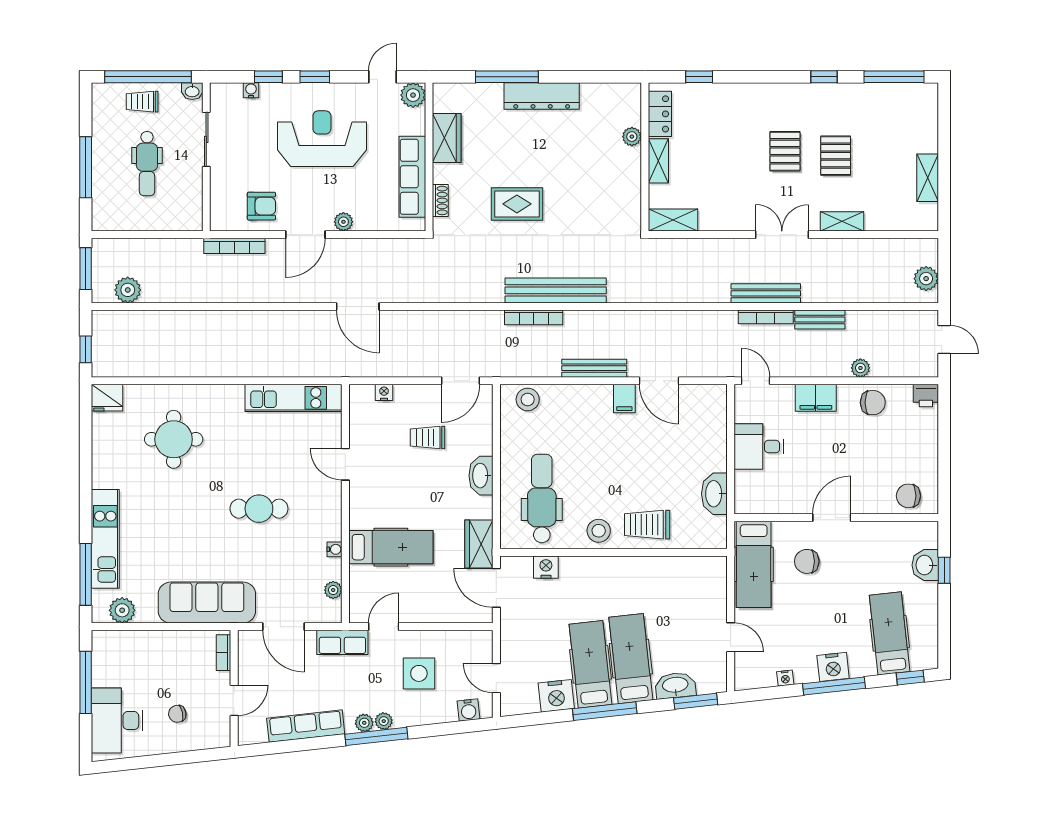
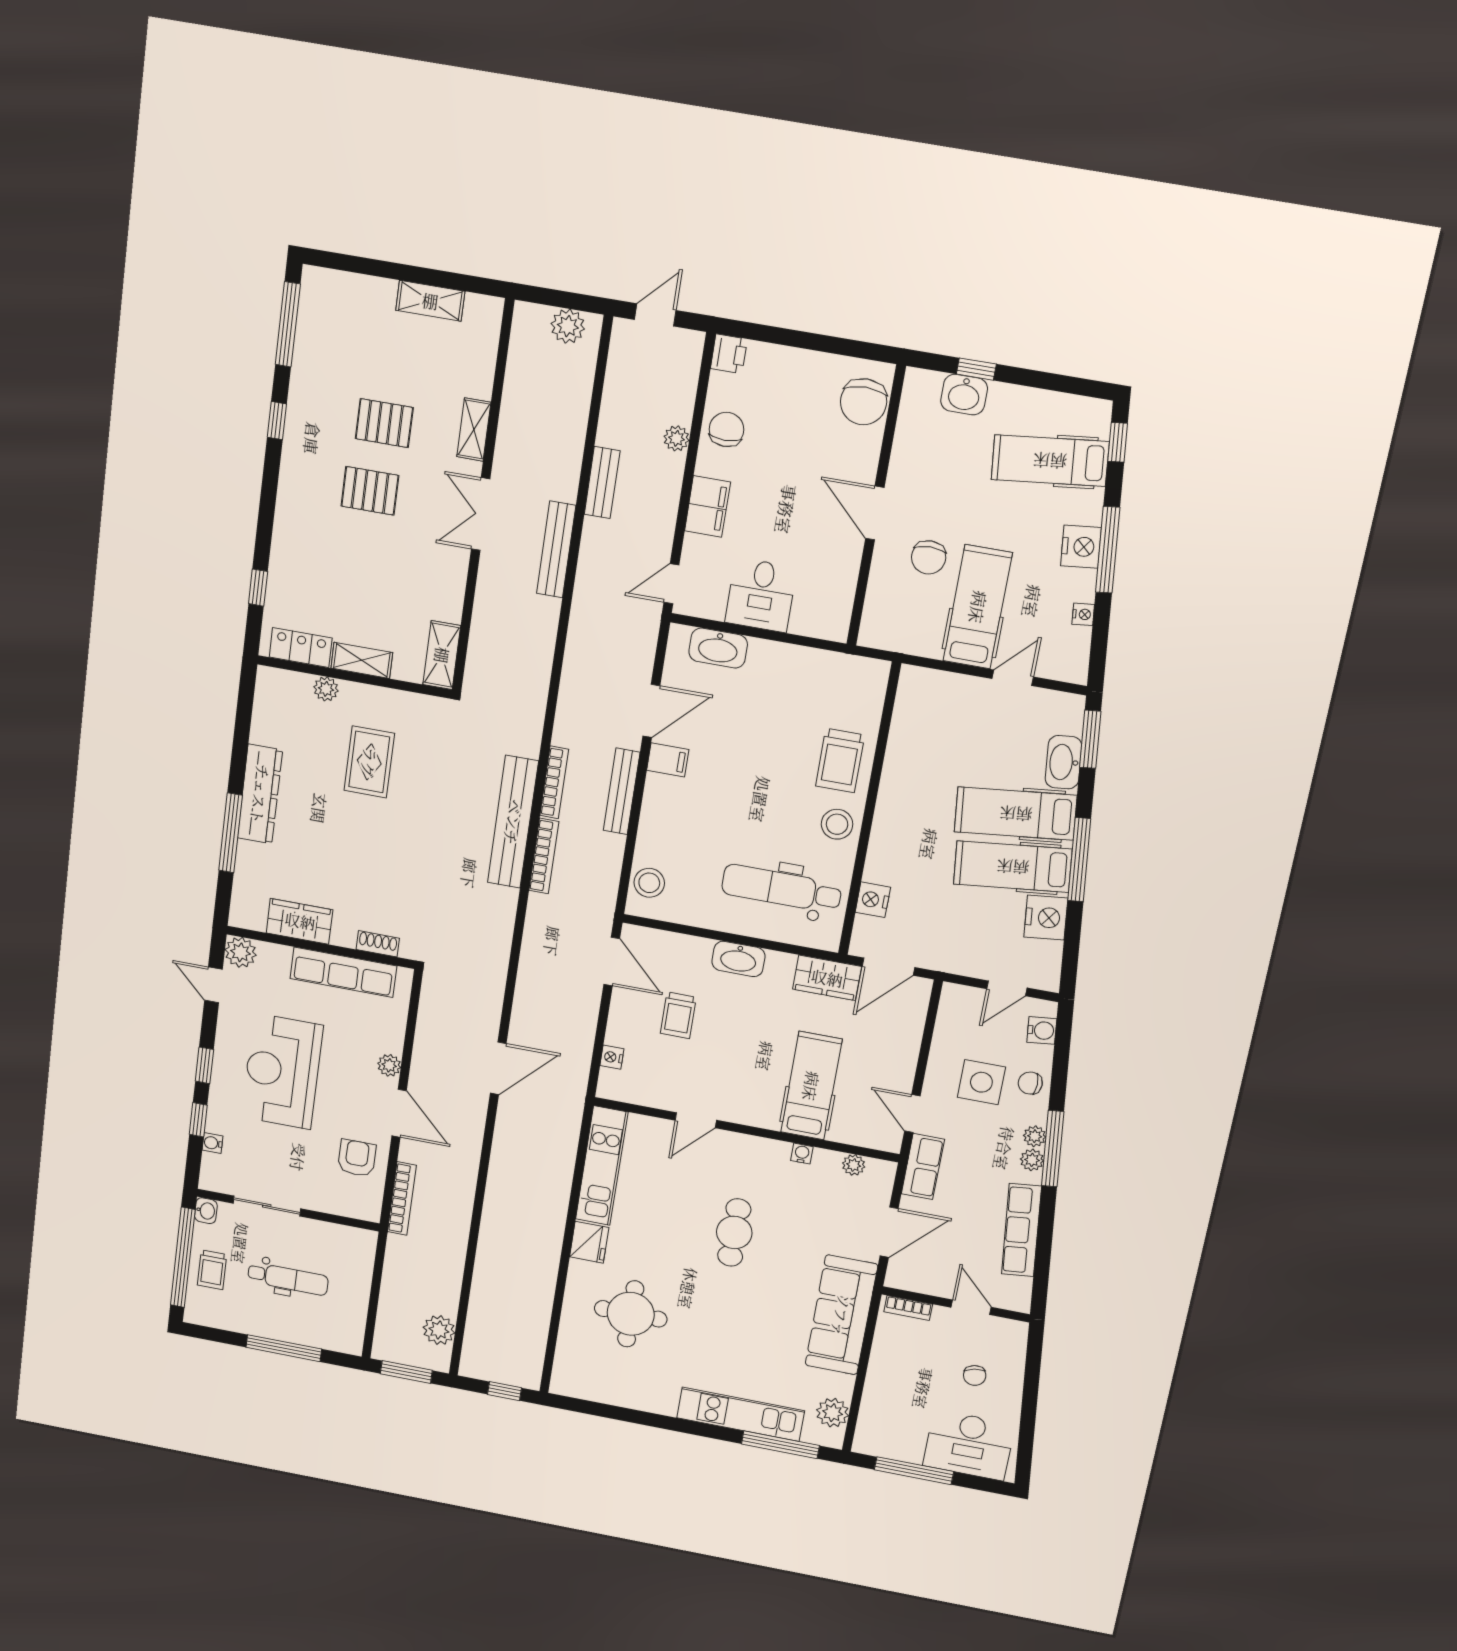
rug: (517, 204) -> (369, 762), moved
bookcase: (766, 317) -> (554, 782), moved
fridge: (107, 398) -> (589, 1242), moved
washbasin: (714, 494) -> (718, 648), moved
chair: (908, 496) -> (864, 402), width x1.37, depth x1.37
hospital bed: (754, 564) -> (978, 607), moved, turned -90
chair: (425, 710) -> (1030, 1083), added

